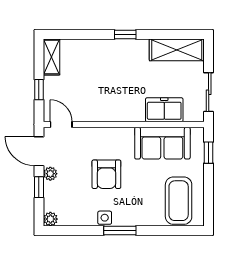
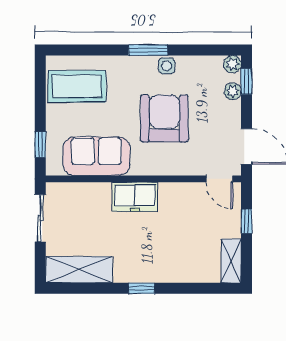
freezer: (164, 110) -> (135, 197), moved
plant: (50, 174) -> (233, 91), moved
armchair: (106, 174) -> (164, 118), width x1.36, depth x1.36
window: (39, 187) -> (246, 81), moved
coffee table: (179, 201) -> (77, 86), turned 90

